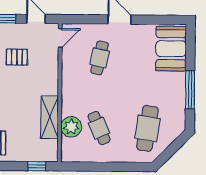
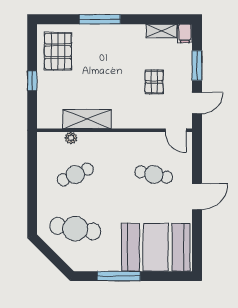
booth: (171, 49) -> (156, 247), width x1.36, depth x1.42
plant: (71, 127) -> (71, 138), width x0.53, depth x0.53
window: (37, 166) -> (32, 81), moved

